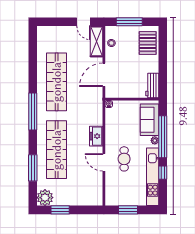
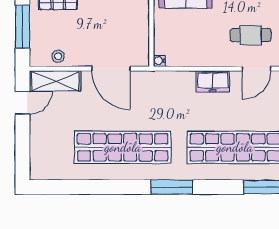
window: (33, 111) -> (172, 187), width x0.68

